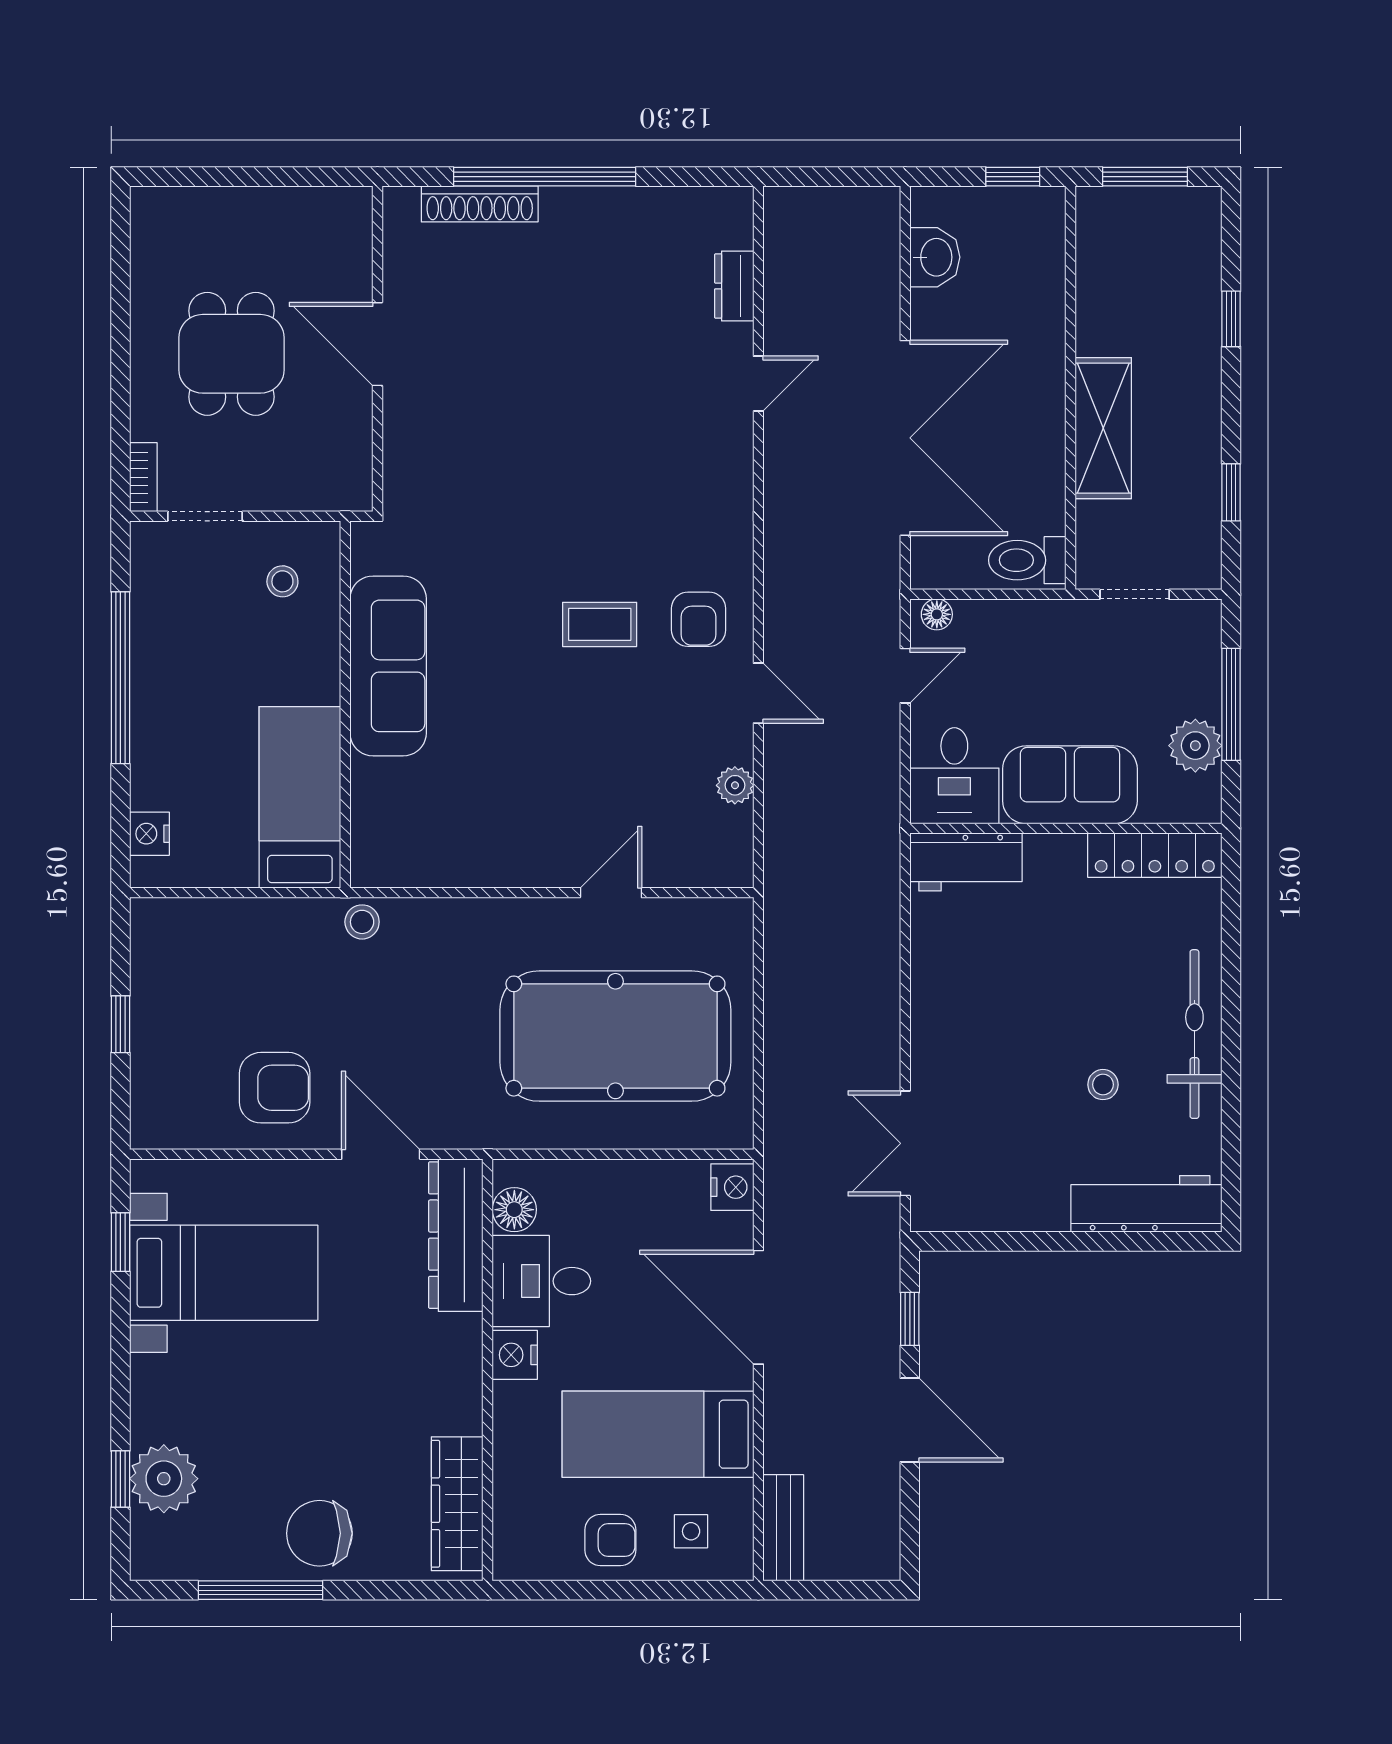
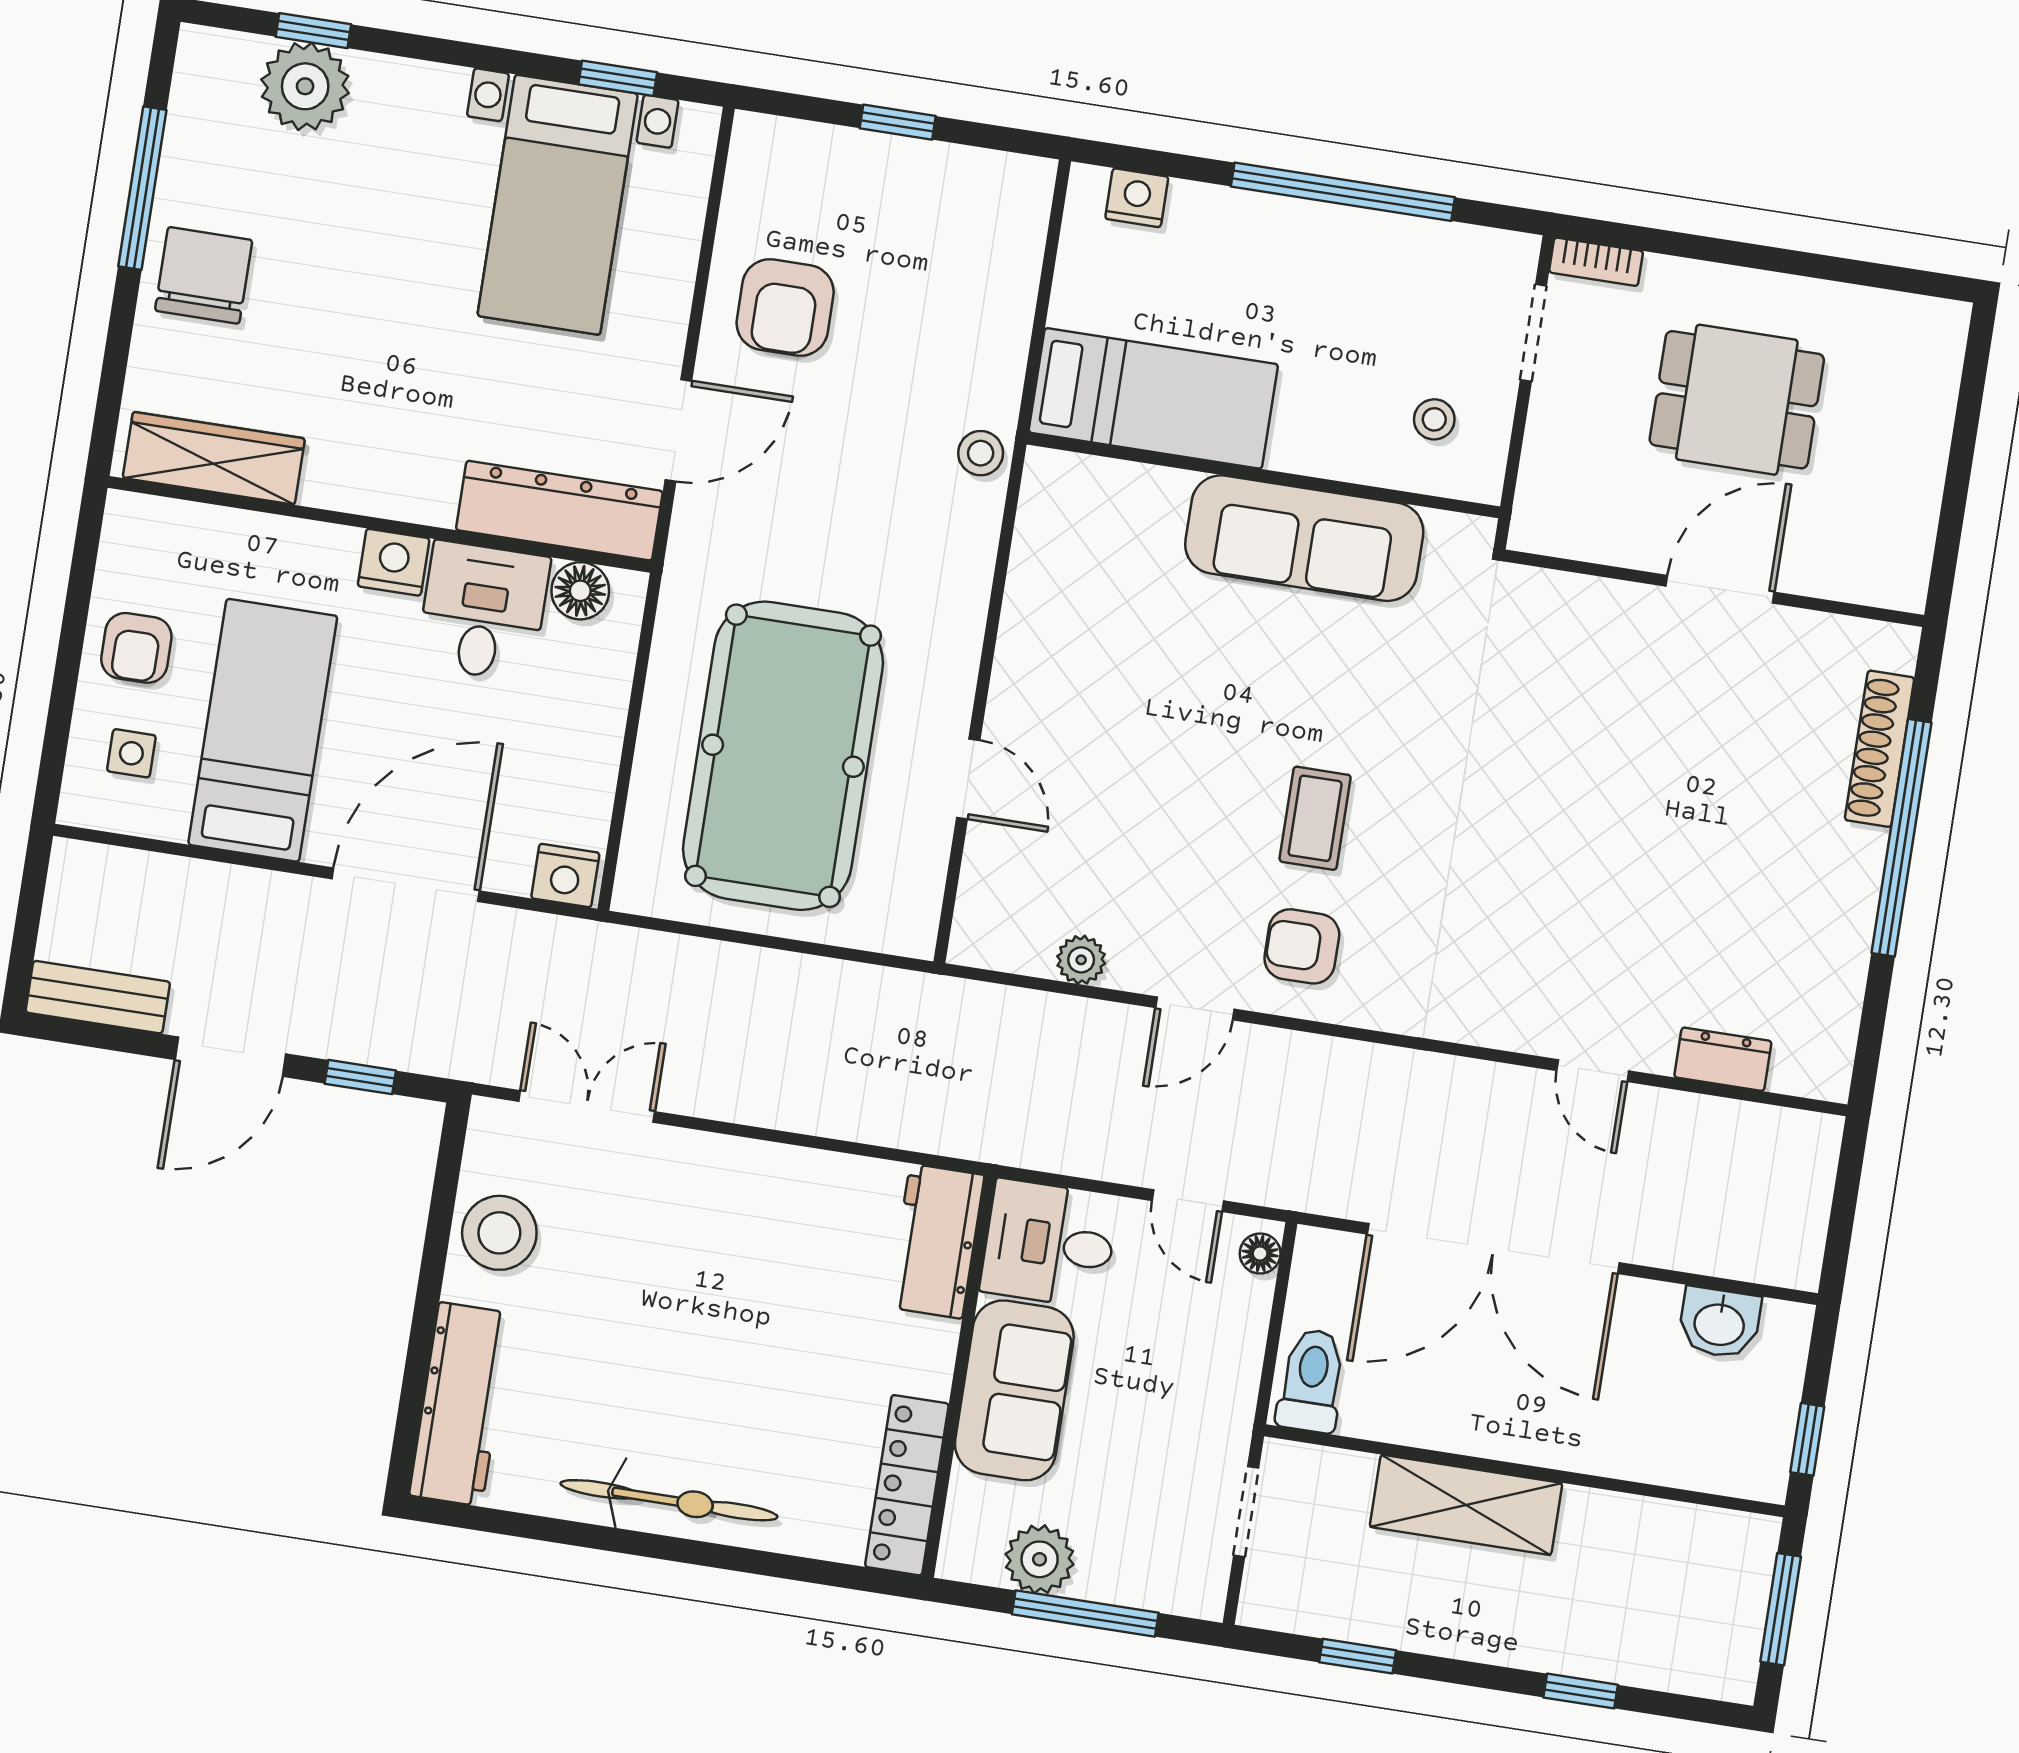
stool: (1103, 1085) -> (499, 1233), moved, width x1.89, depth x1.89
bench: (783, 1528) -> (98, 997), moved

